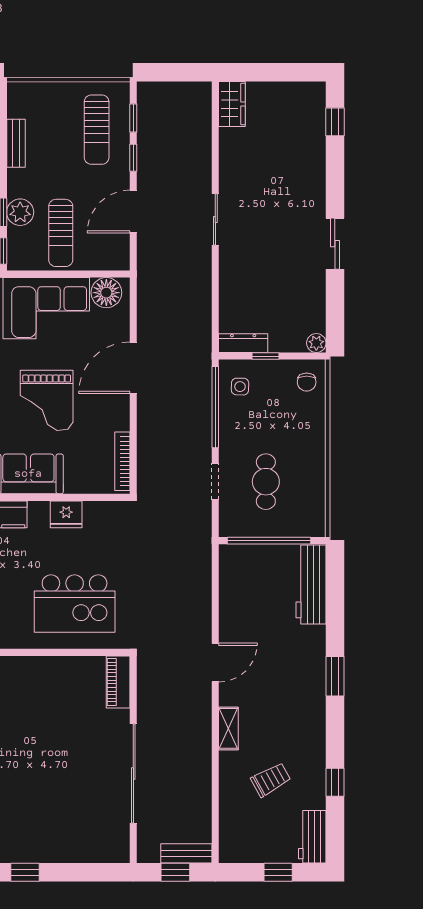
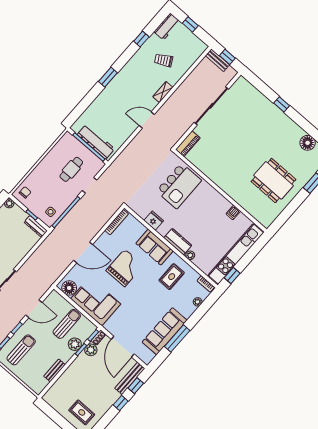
workbench: (311, 585) -> (96, 142), moved, turned -90
kitchen island: (75, 603) -> (179, 186), turned 90

